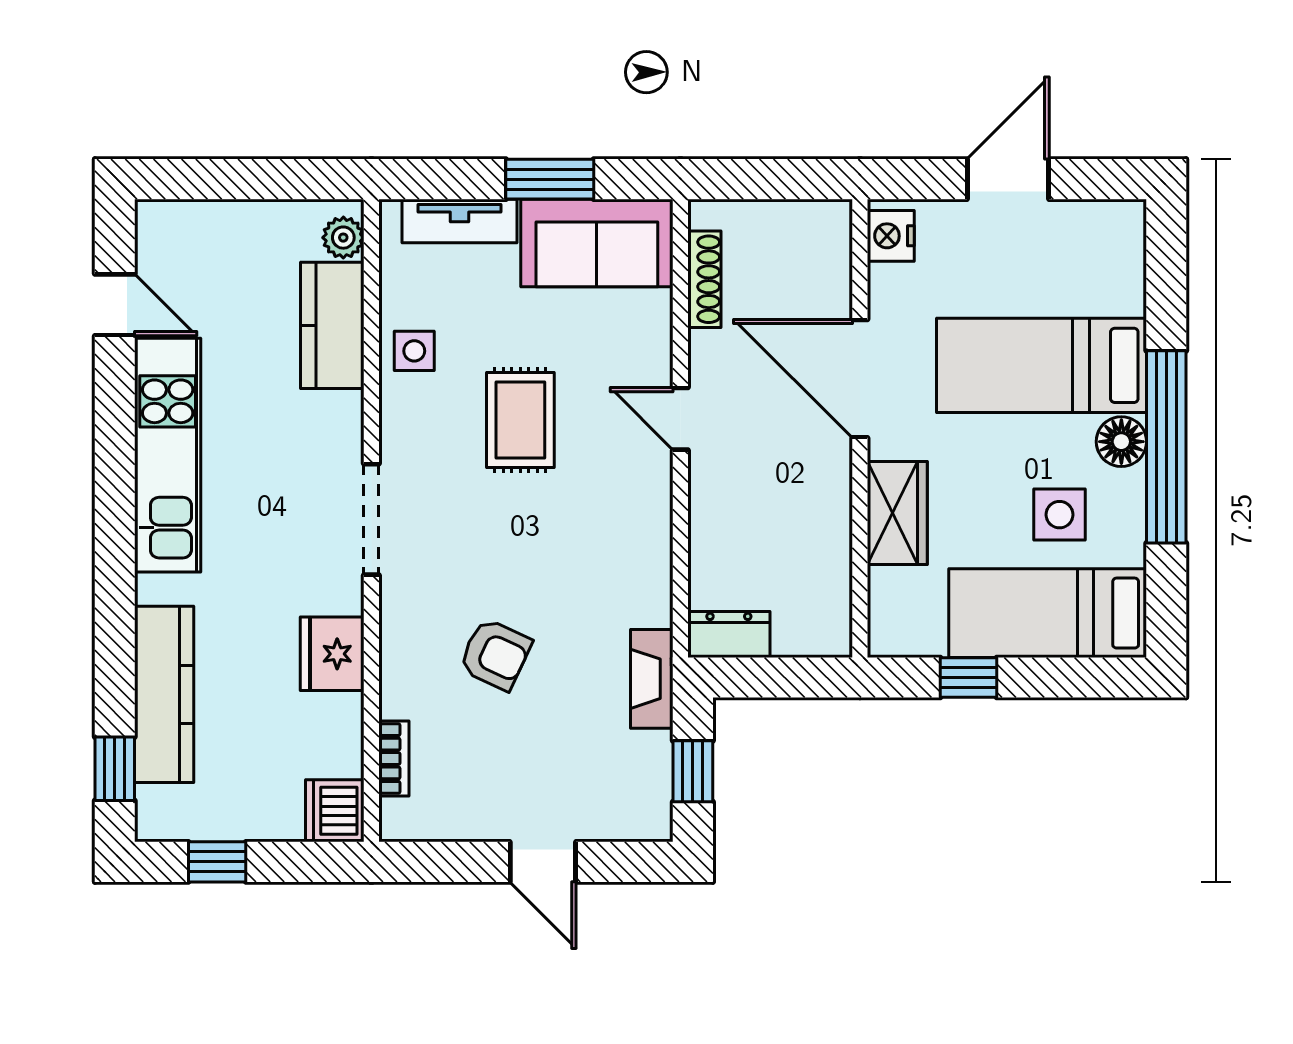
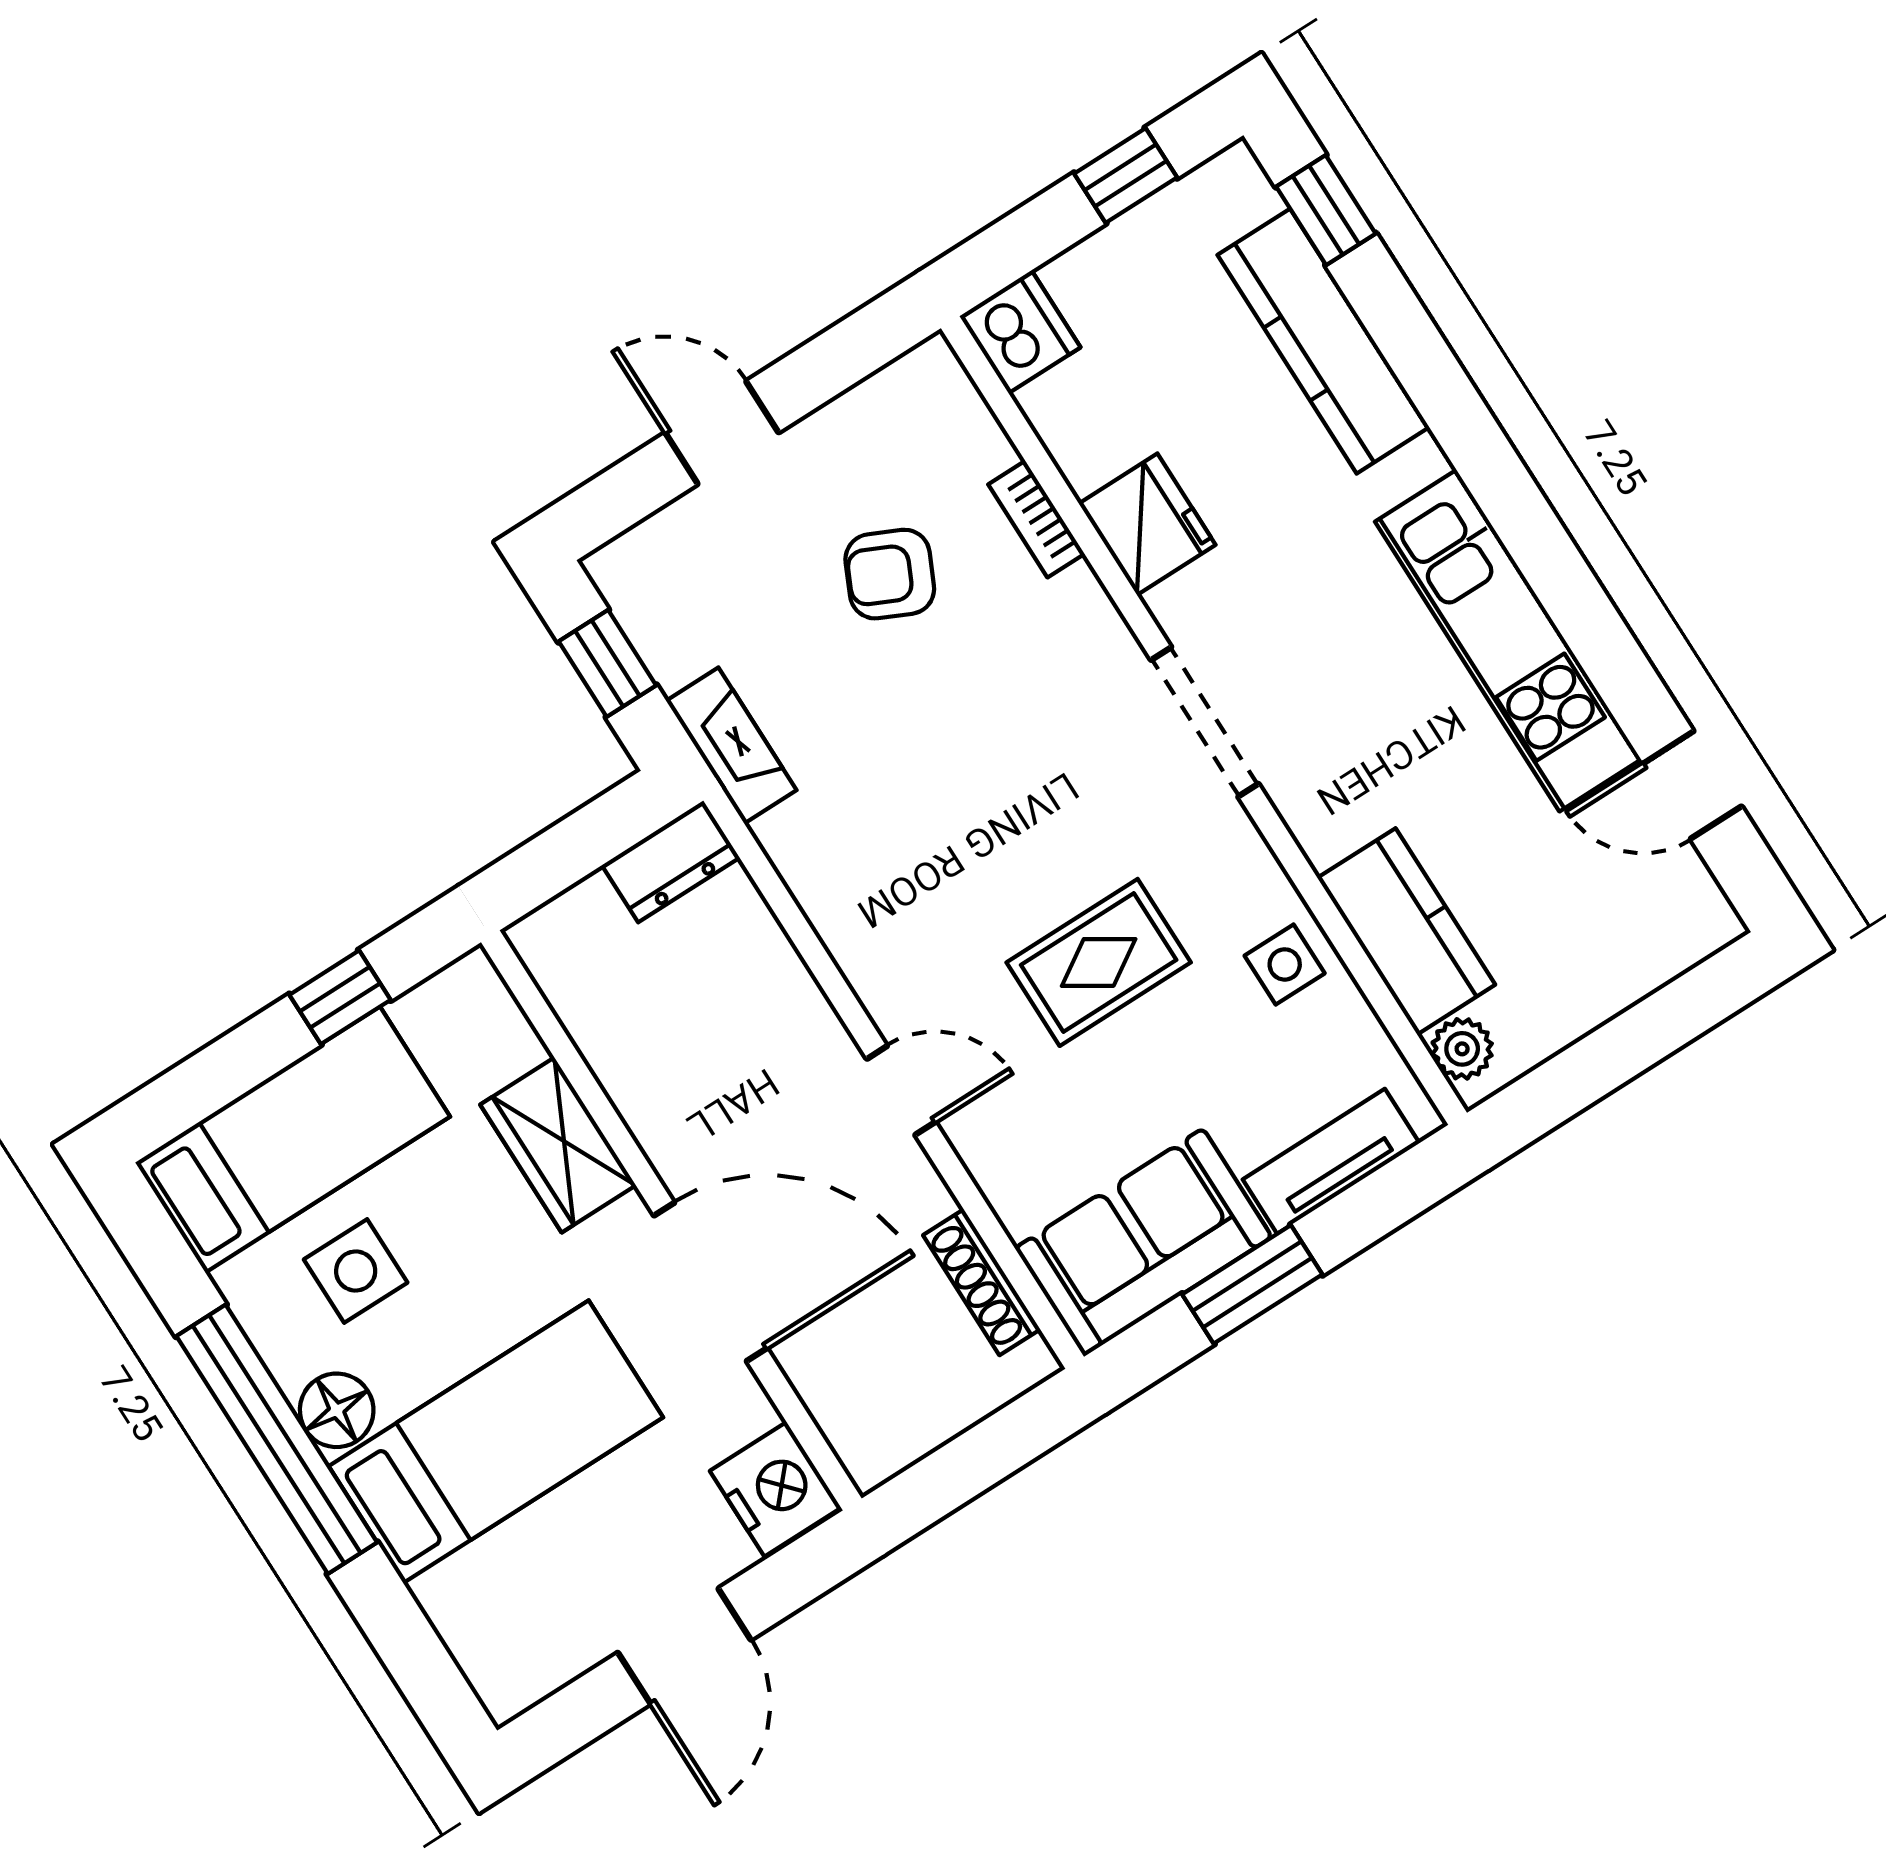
nightstand: (891, 236) -> (776, 1489), width x1.36, depth x1.33
rug: (520, 420) -> (1099, 962), turned 90
armchair: (495, 654) -> (890, 574), moved
bookcase: (394, 758) -> (1036, 519), moved

